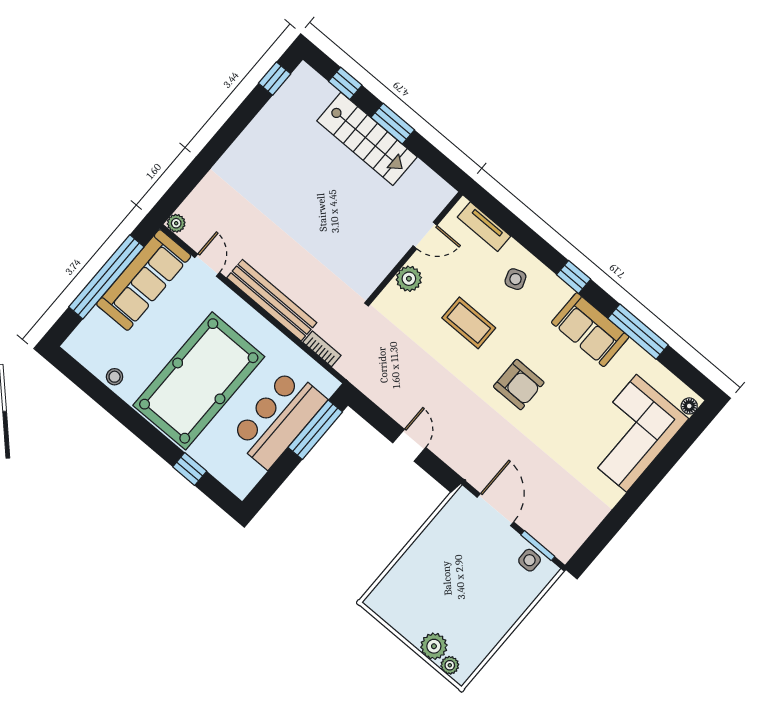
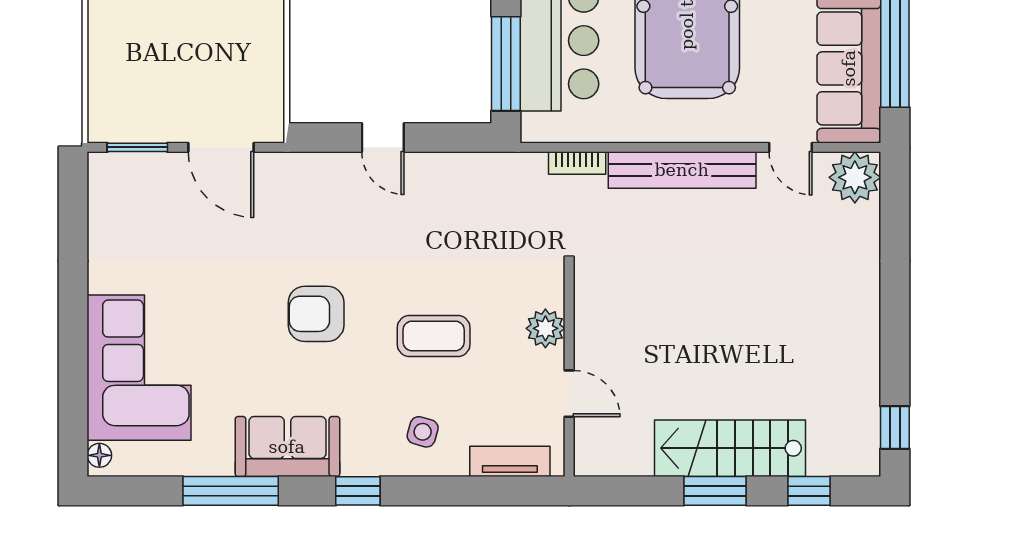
plant: (176, 223) -> (855, 177), width x1.87, depth x1.87
door: (425, 236) -> (569, 394), swing flipped
side table: (515, 279) -> (423, 432), turned 36
side table: (530, 560) -> (133, 123), removed

